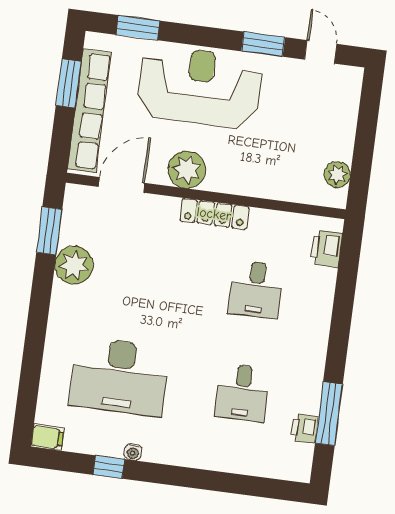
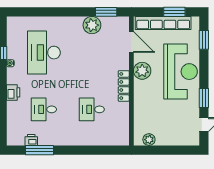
printer: (326, 248) -> (13, 92), moved, turned 90
filing cabinet: (47, 437) -> (12, 23), removed

